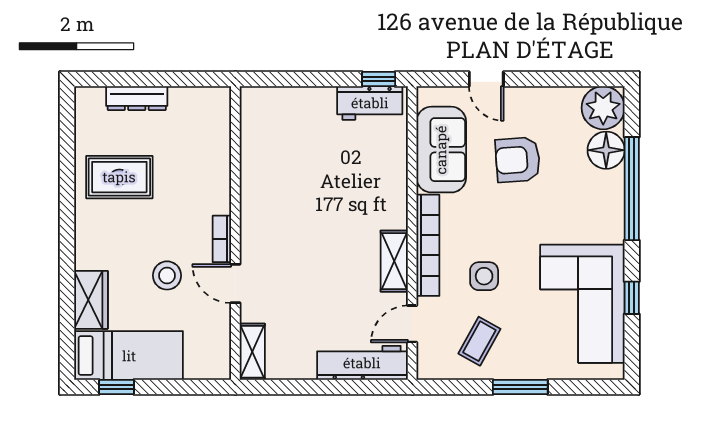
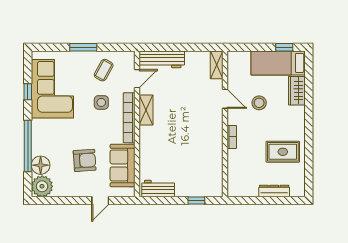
window: (379, 79) -> (196, 201), moved
door: (486, 79) -> (100, 201), swing flipped
bookcase: (222, 239) -> (232, 137), moved

